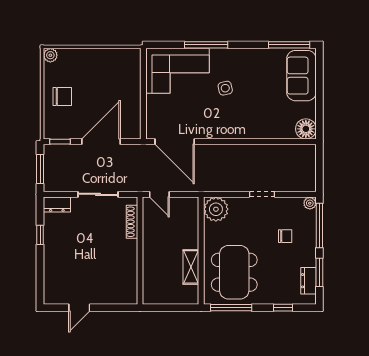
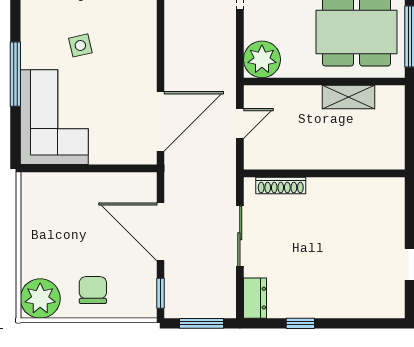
plant: (50, 55) -> (40, 299), width x1.88, depth x1.88
door: (159, 194) -> (240, 123), moved

